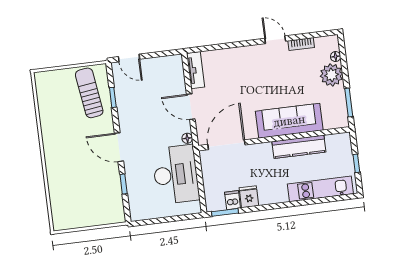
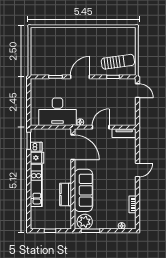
door: (275, 40) -> (138, 170), moved
door: (129, 58) -> (138, 91), swing flipped
plant: (332, 75) -> (85, 222), moved
kitchen counter: (299, 147) -> (66, 195), width x0.67
kitchen unit: (320, 189) -> (36, 185), moved

